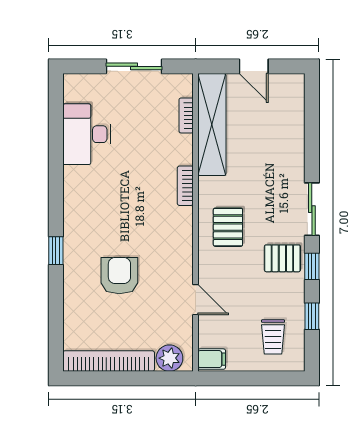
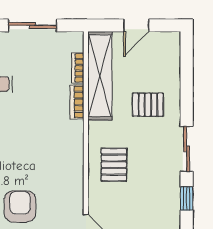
door: (254, 66) -> (136, 25), hinge flipped
bookcase: (185, 186) -> (77, 102), moved
pallet: (282, 258) -> (148, 105), moved

